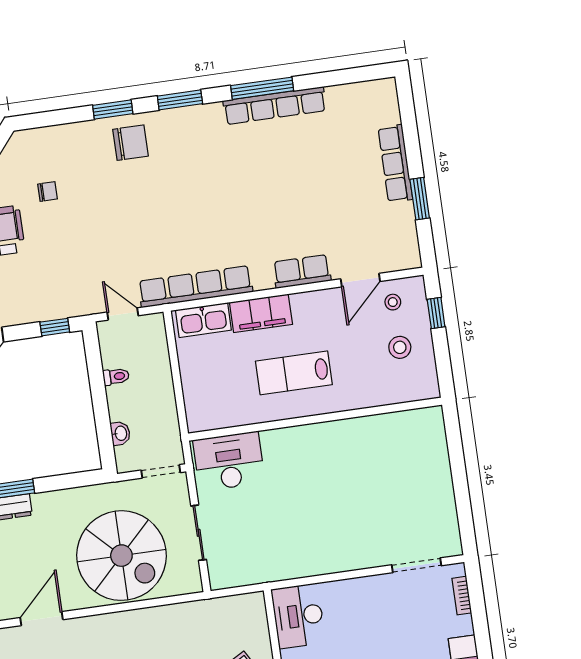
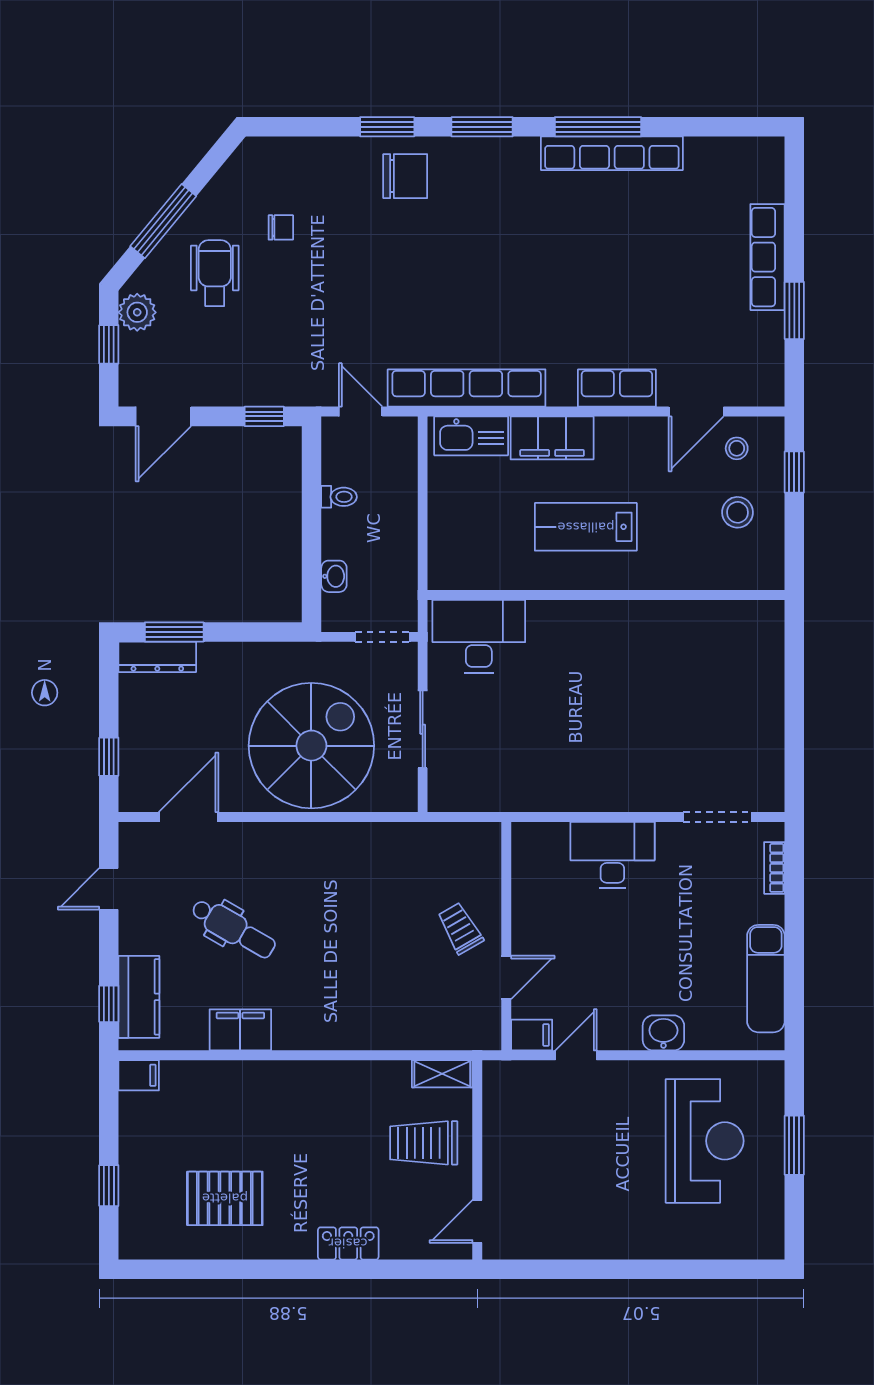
spiral stairs: (121, 556) -> (311, 746), turned -90
desk: (298, 616) -> (612, 855), moved, turned 90

